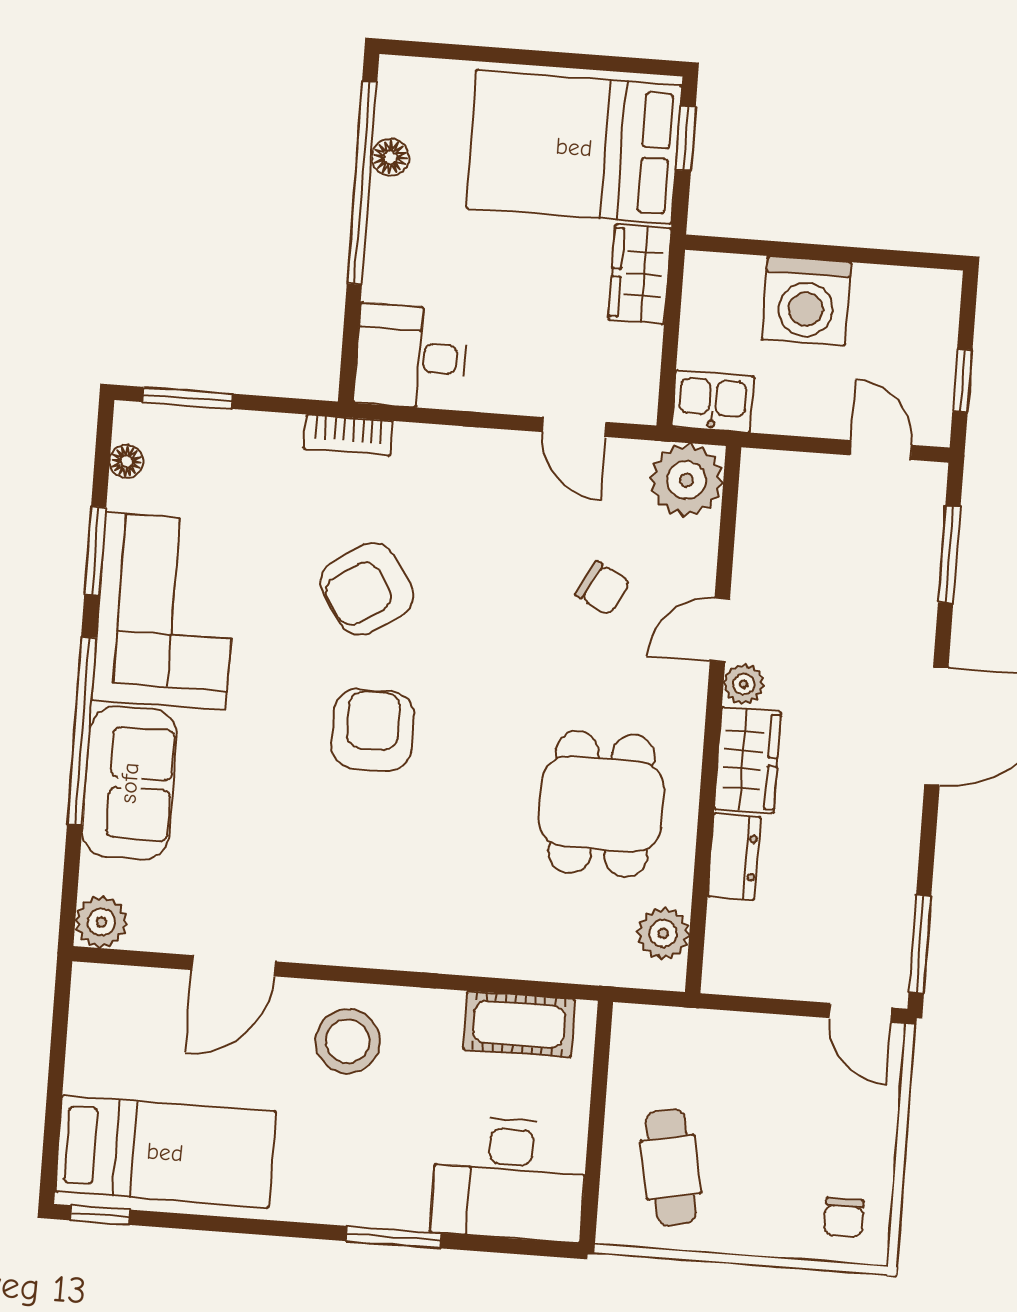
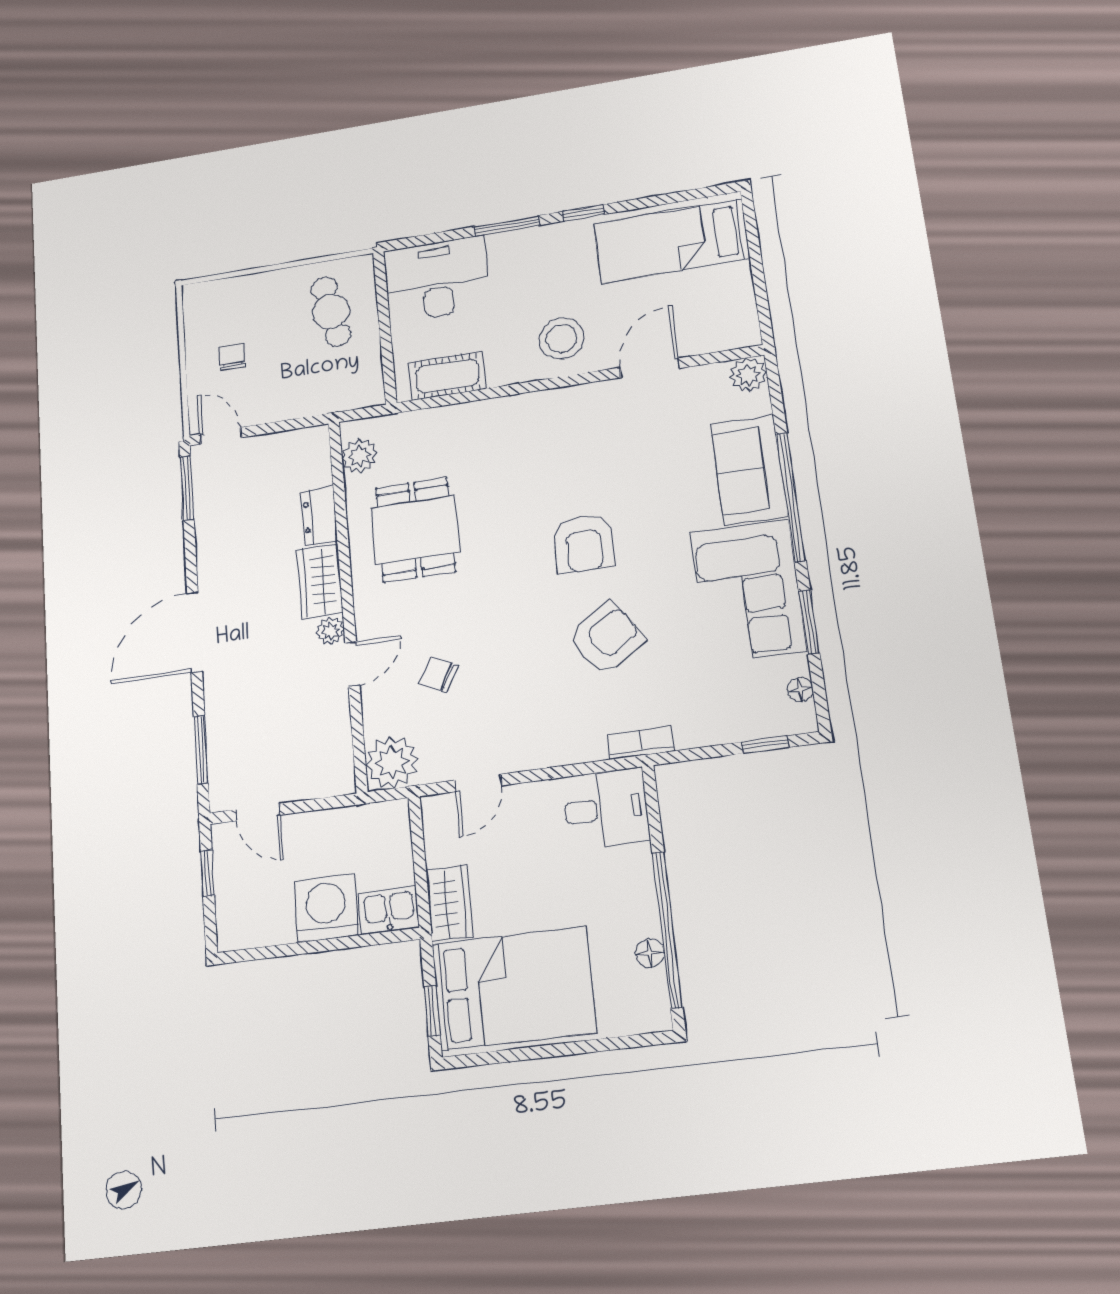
window: (187, 398) -> (765, 745), width x0.67
kitchen sink: (713, 401) -> (389, 910), moved, turned 180
door: (574, 427) -> (478, 783), swing flipped
window: (100, 1215) -> (583, 213), moved
chair: (844, 1218) -> (232, 357), moved

